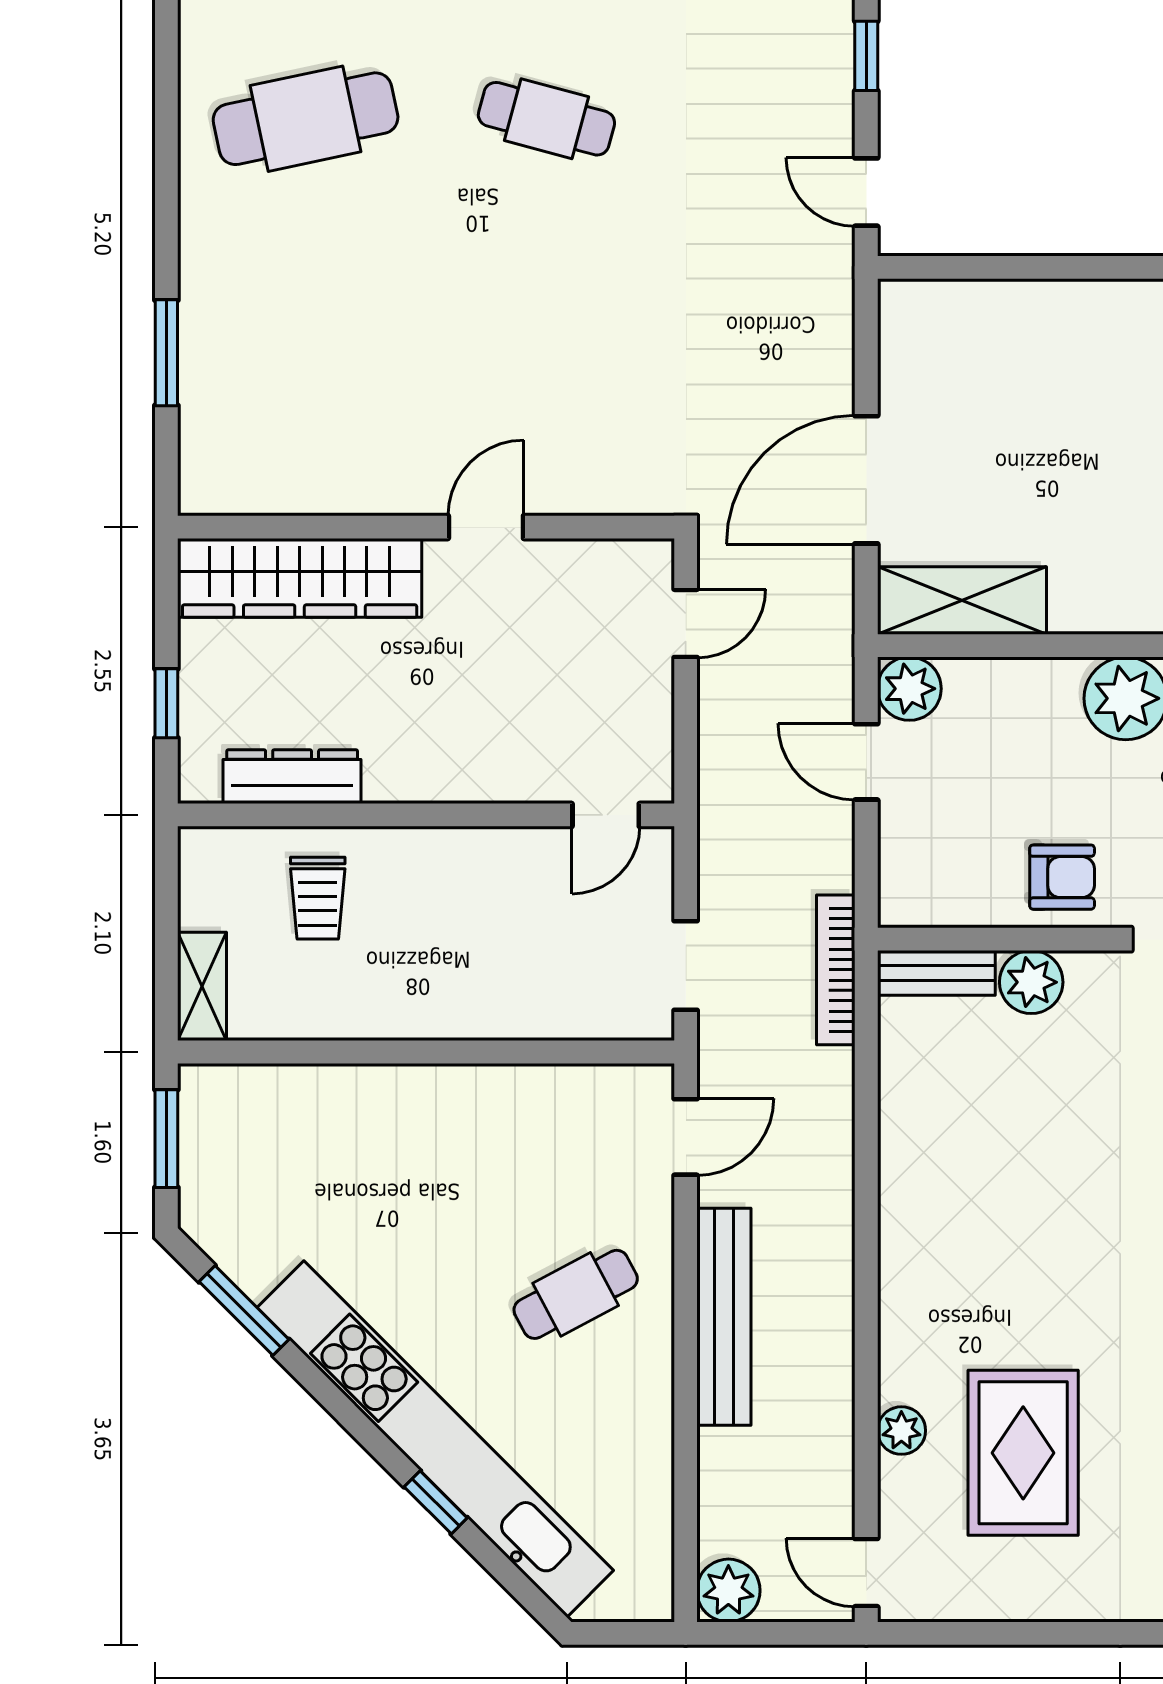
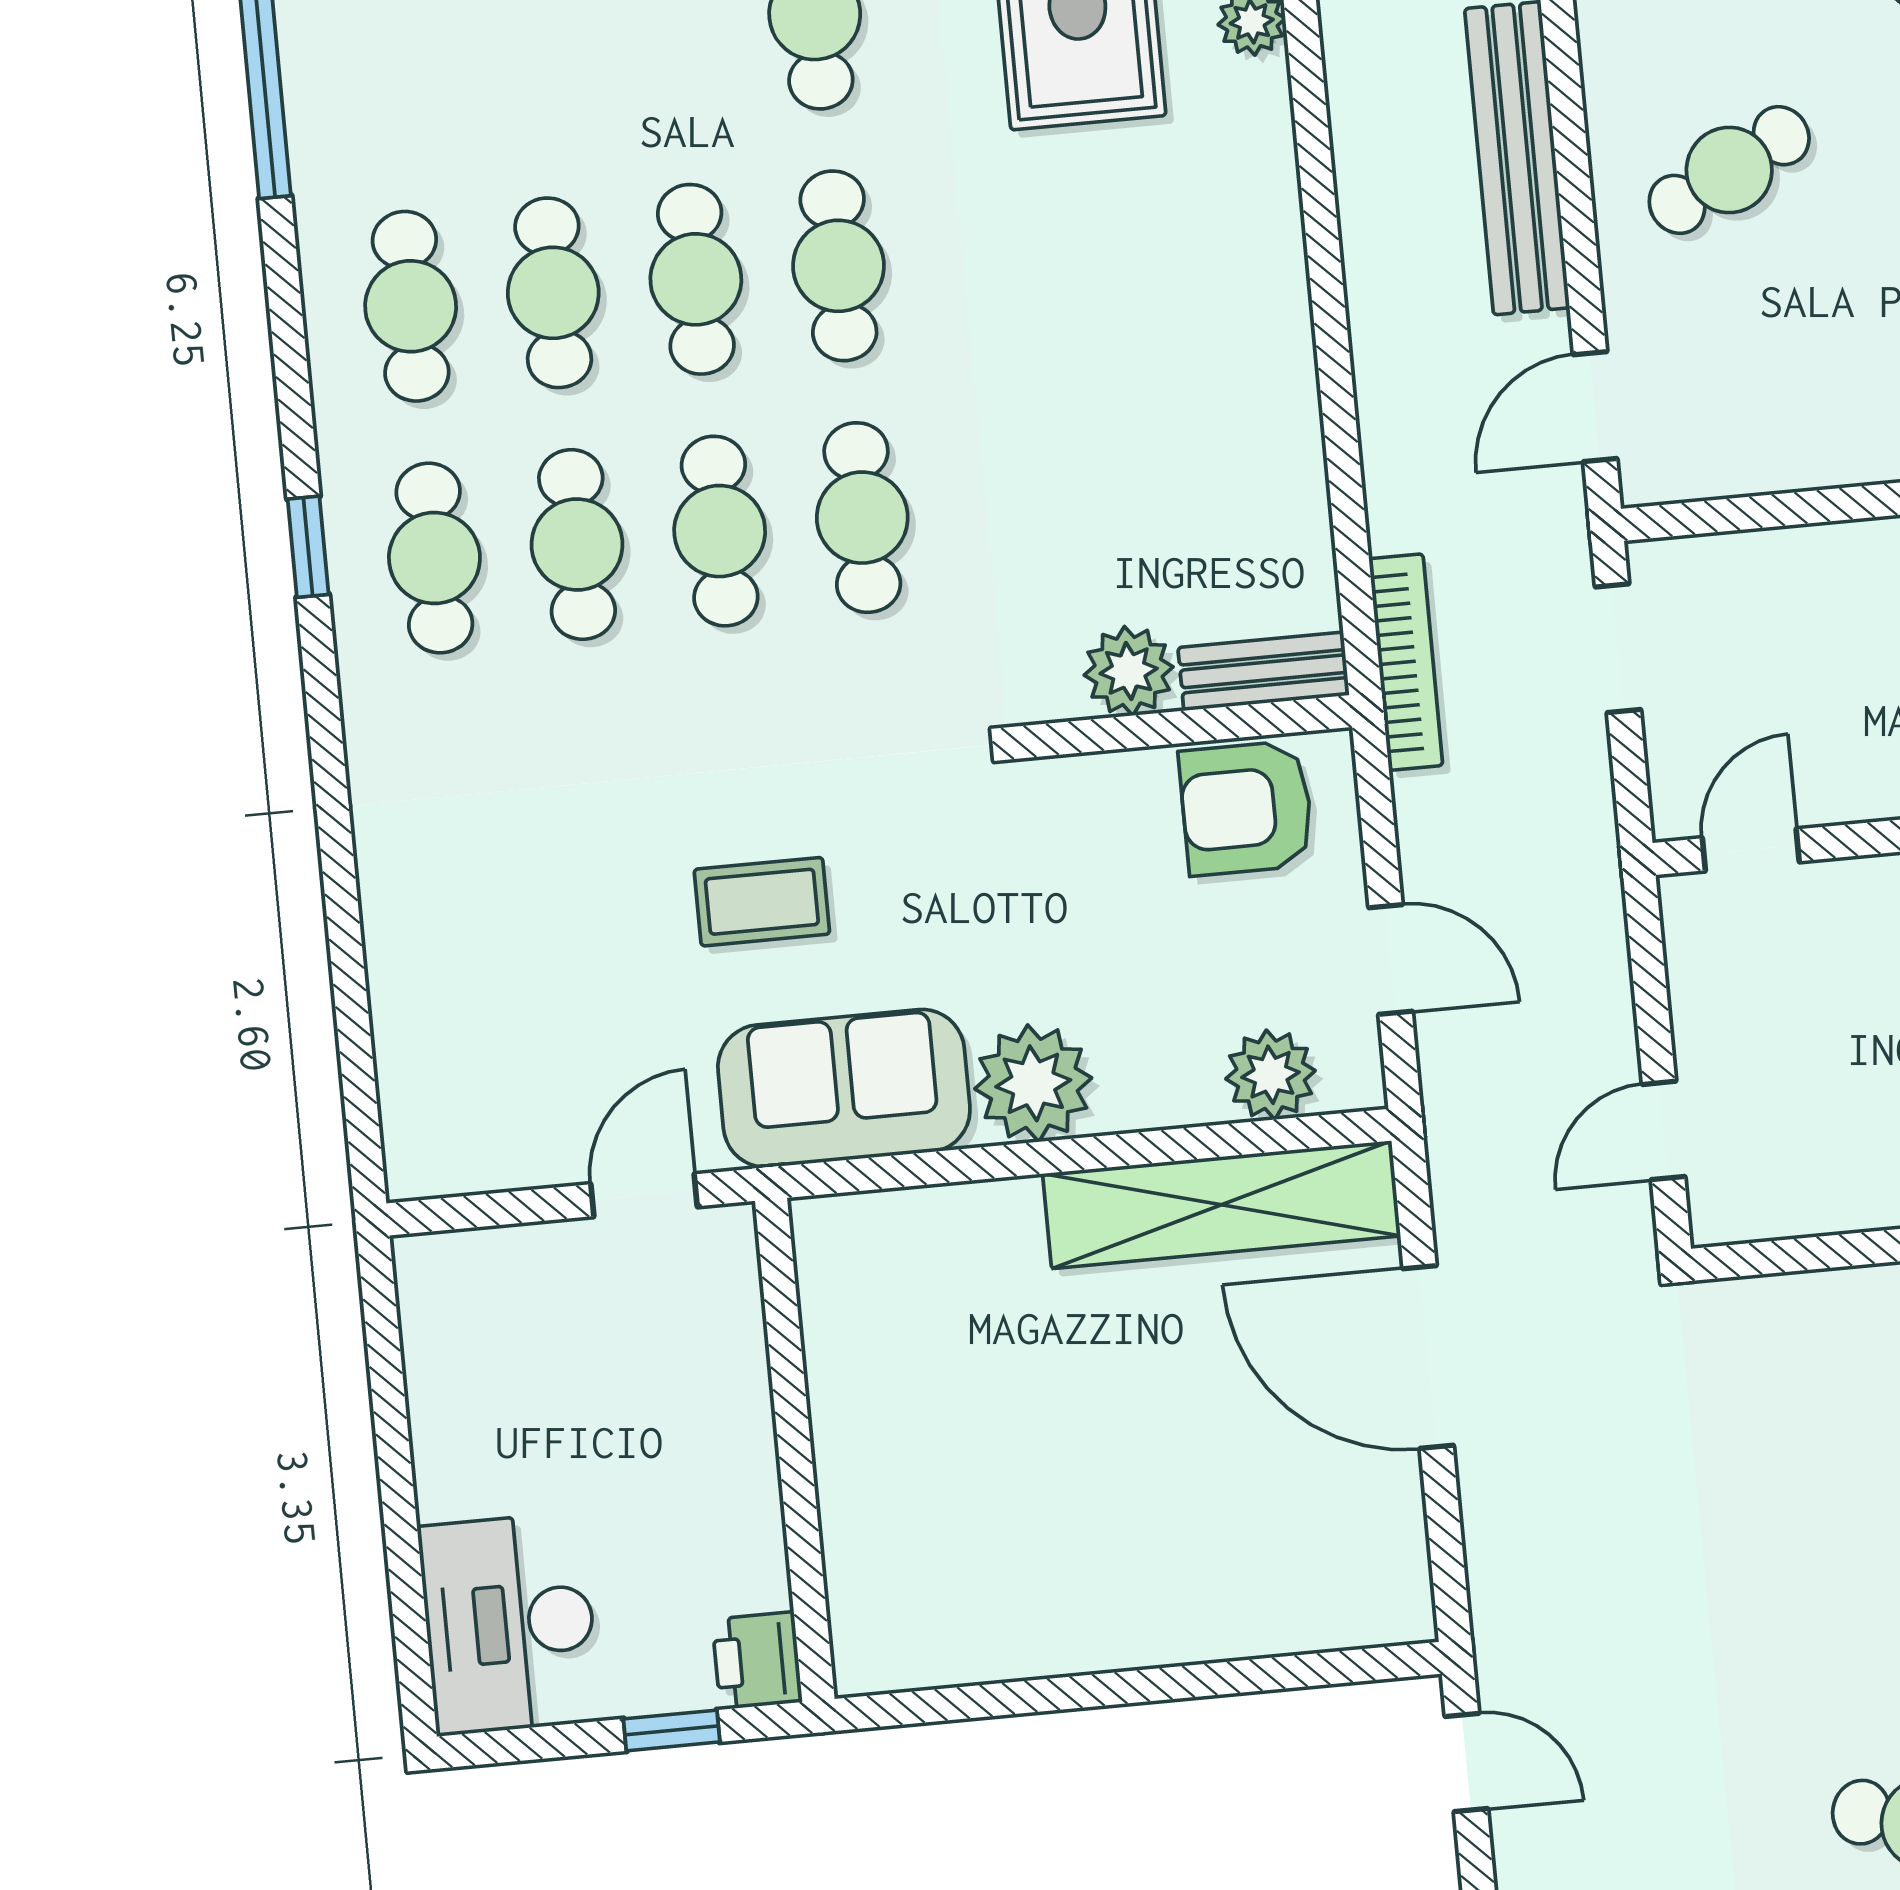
door: (866, 480) -> (1428, 1357), swing flipped
shelving: (962, 601) -> (1222, 1205), width x1.47
plant: (909, 689) -> (1271, 1075), moved
armchair: (1062, 877) -> (1246, 808), moved, width x1.38, depth x1.38

